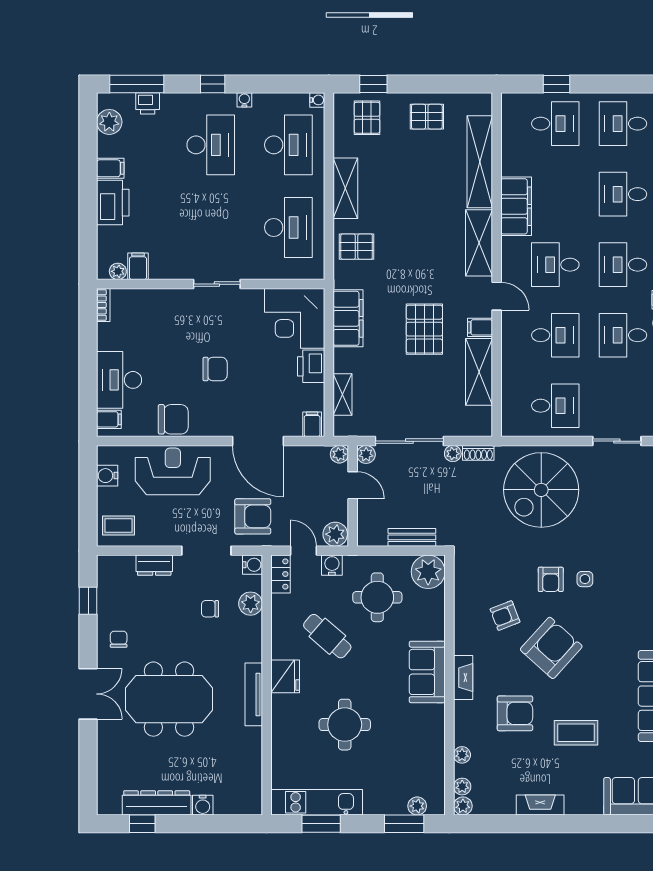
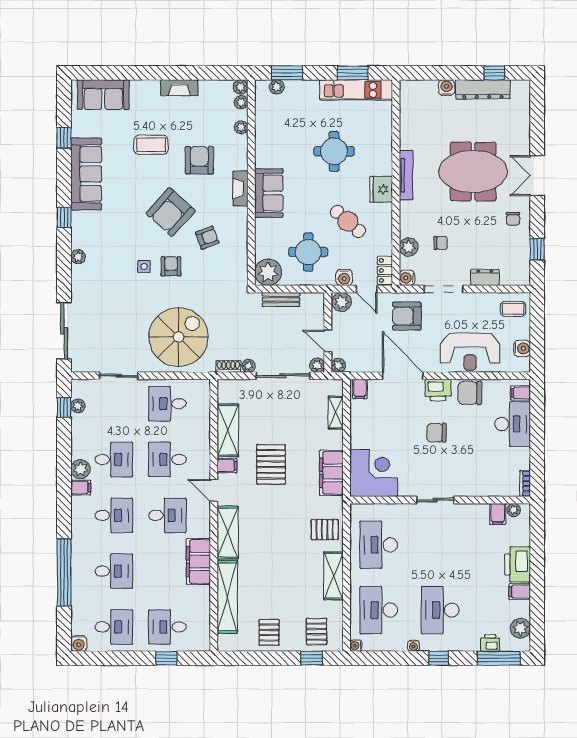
pallet: (427, 117) -> (269, 632), turned 90
printer: (311, 366) -> (438, 390), moved, turned 90
armchair: (515, 713) -> (199, 160), turned 90

